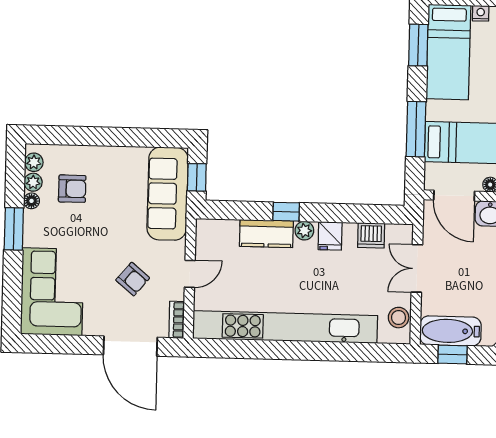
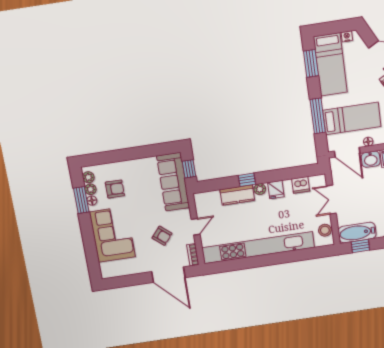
window: (14, 229) -> (81, 200), moved
corner sofa: (52, 292) -> (112, 234), moved

